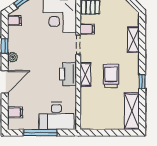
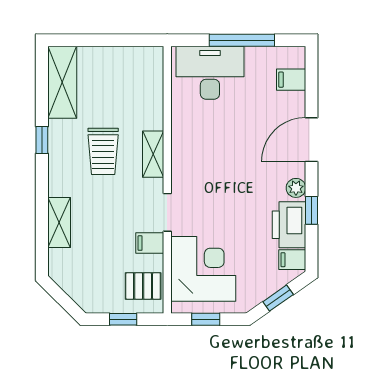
printer: (68, 74) -> (289, 225), moved, turned 180

